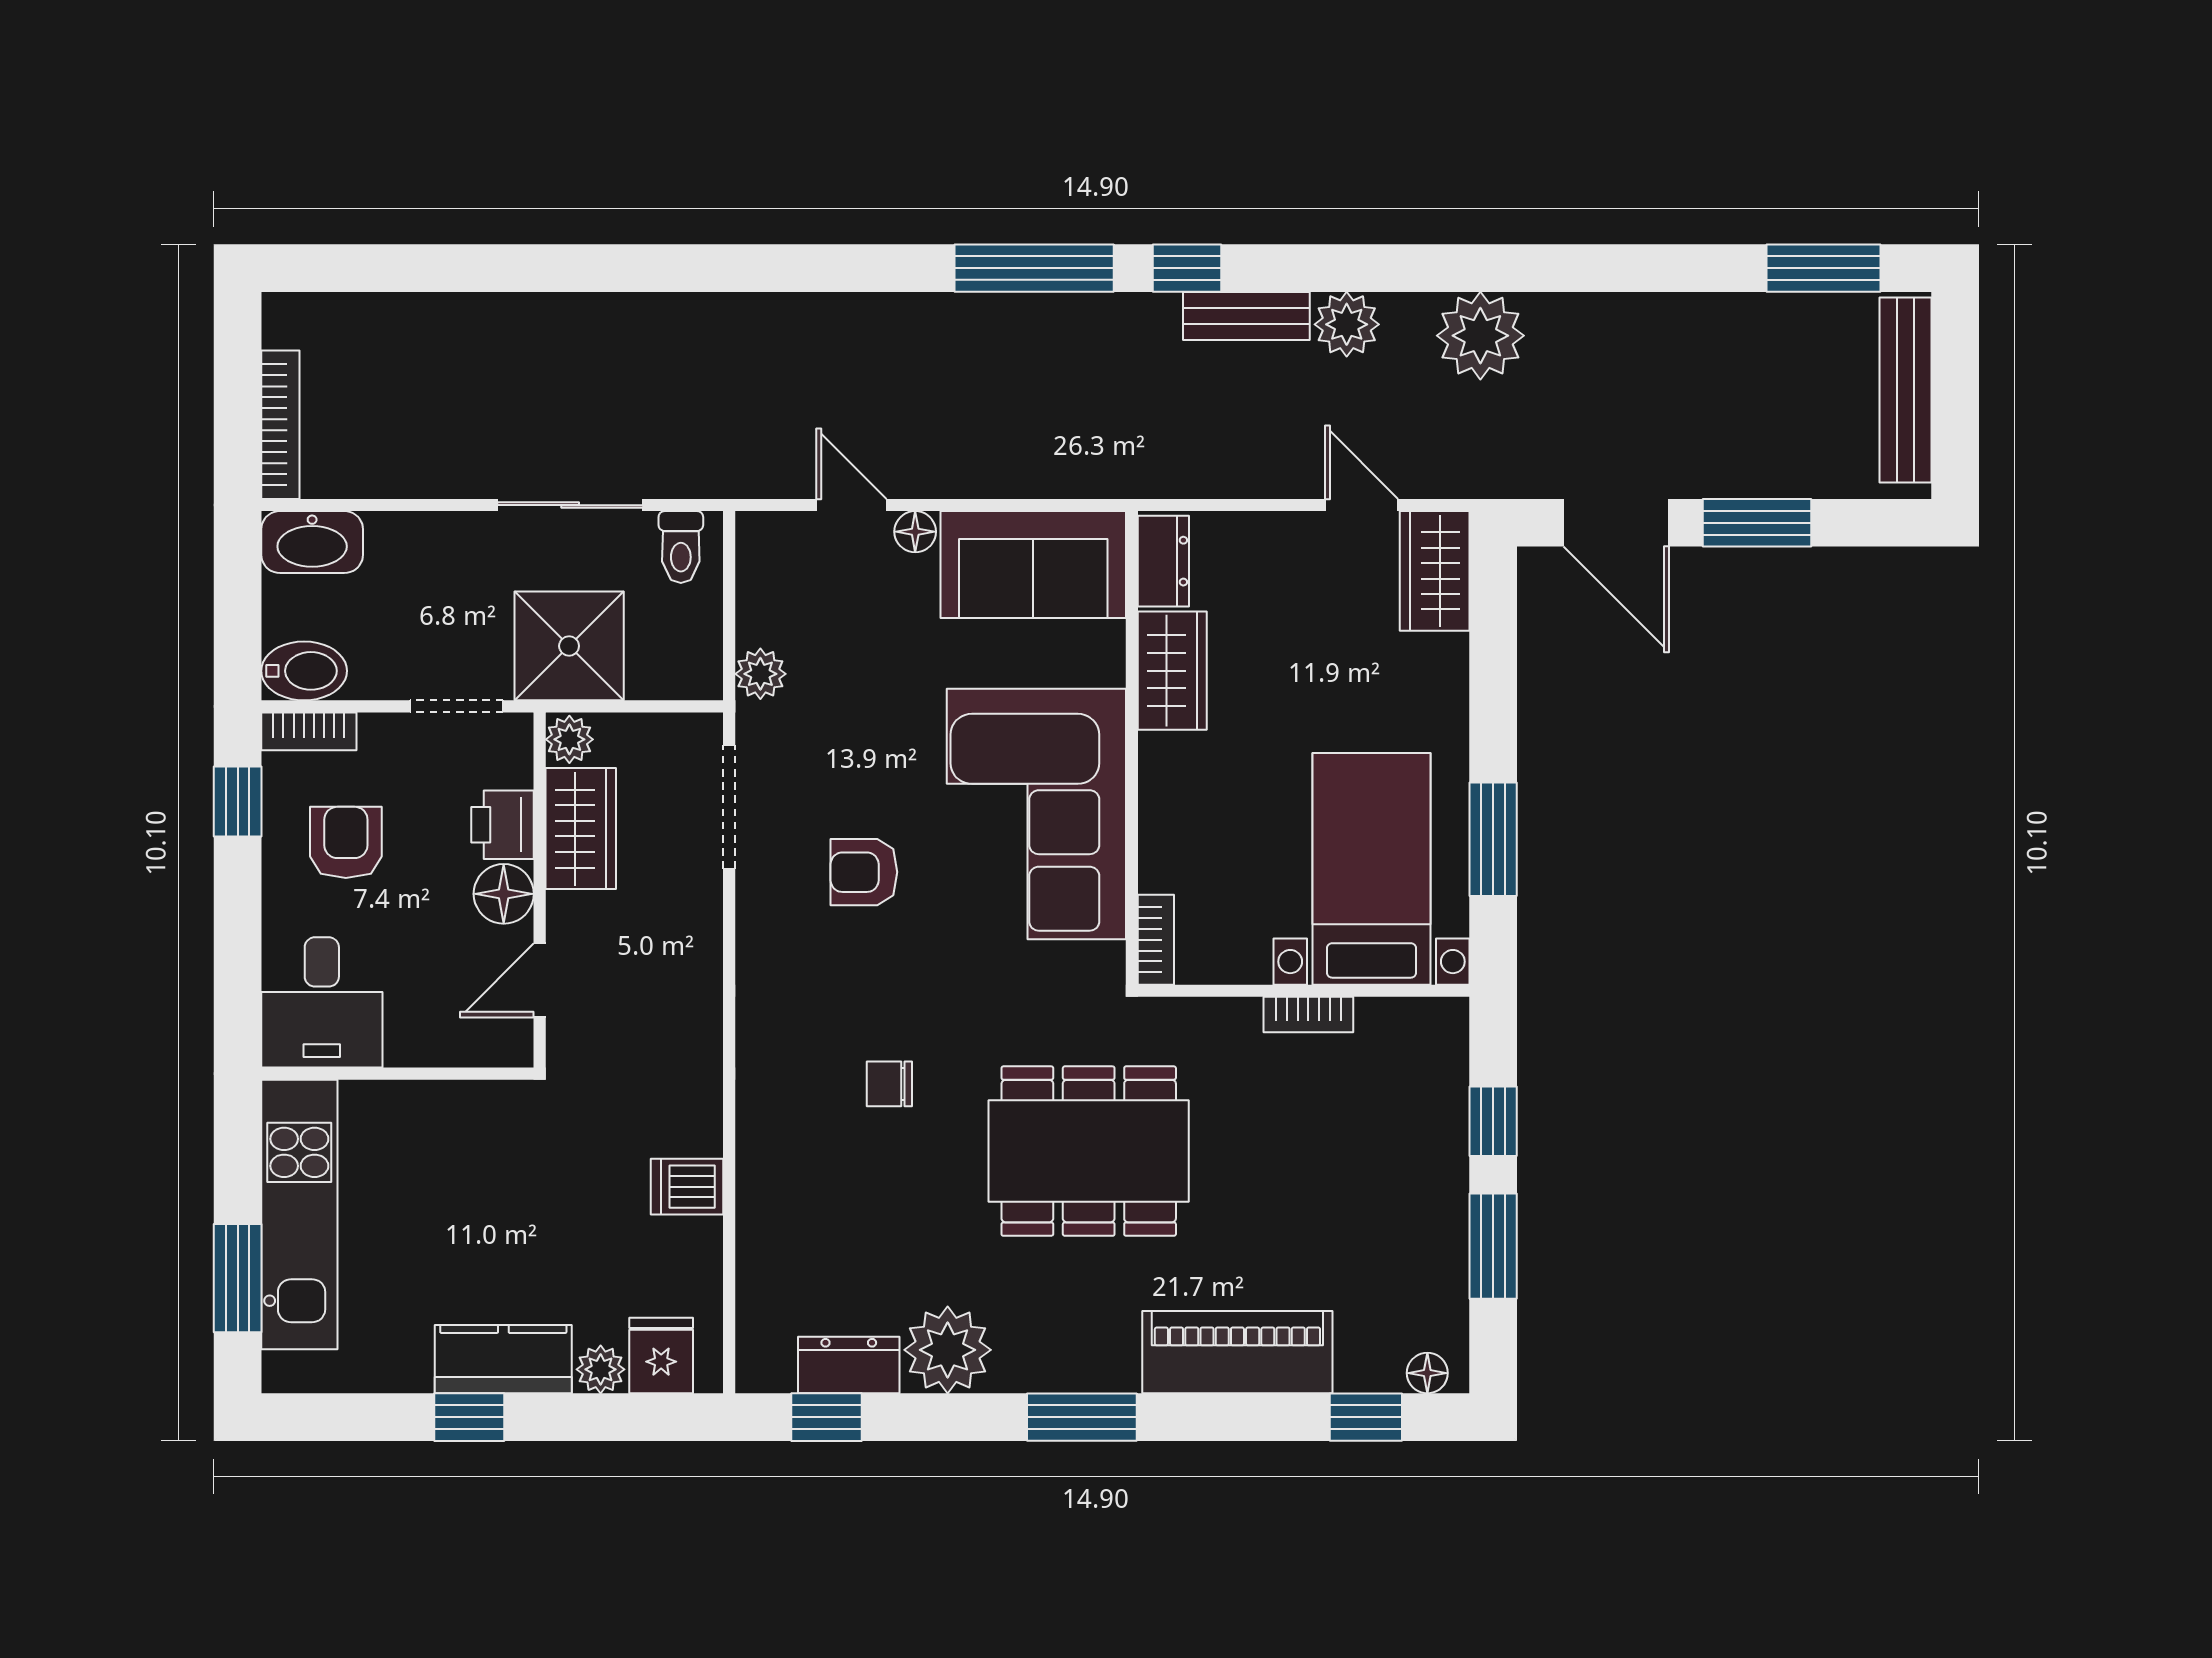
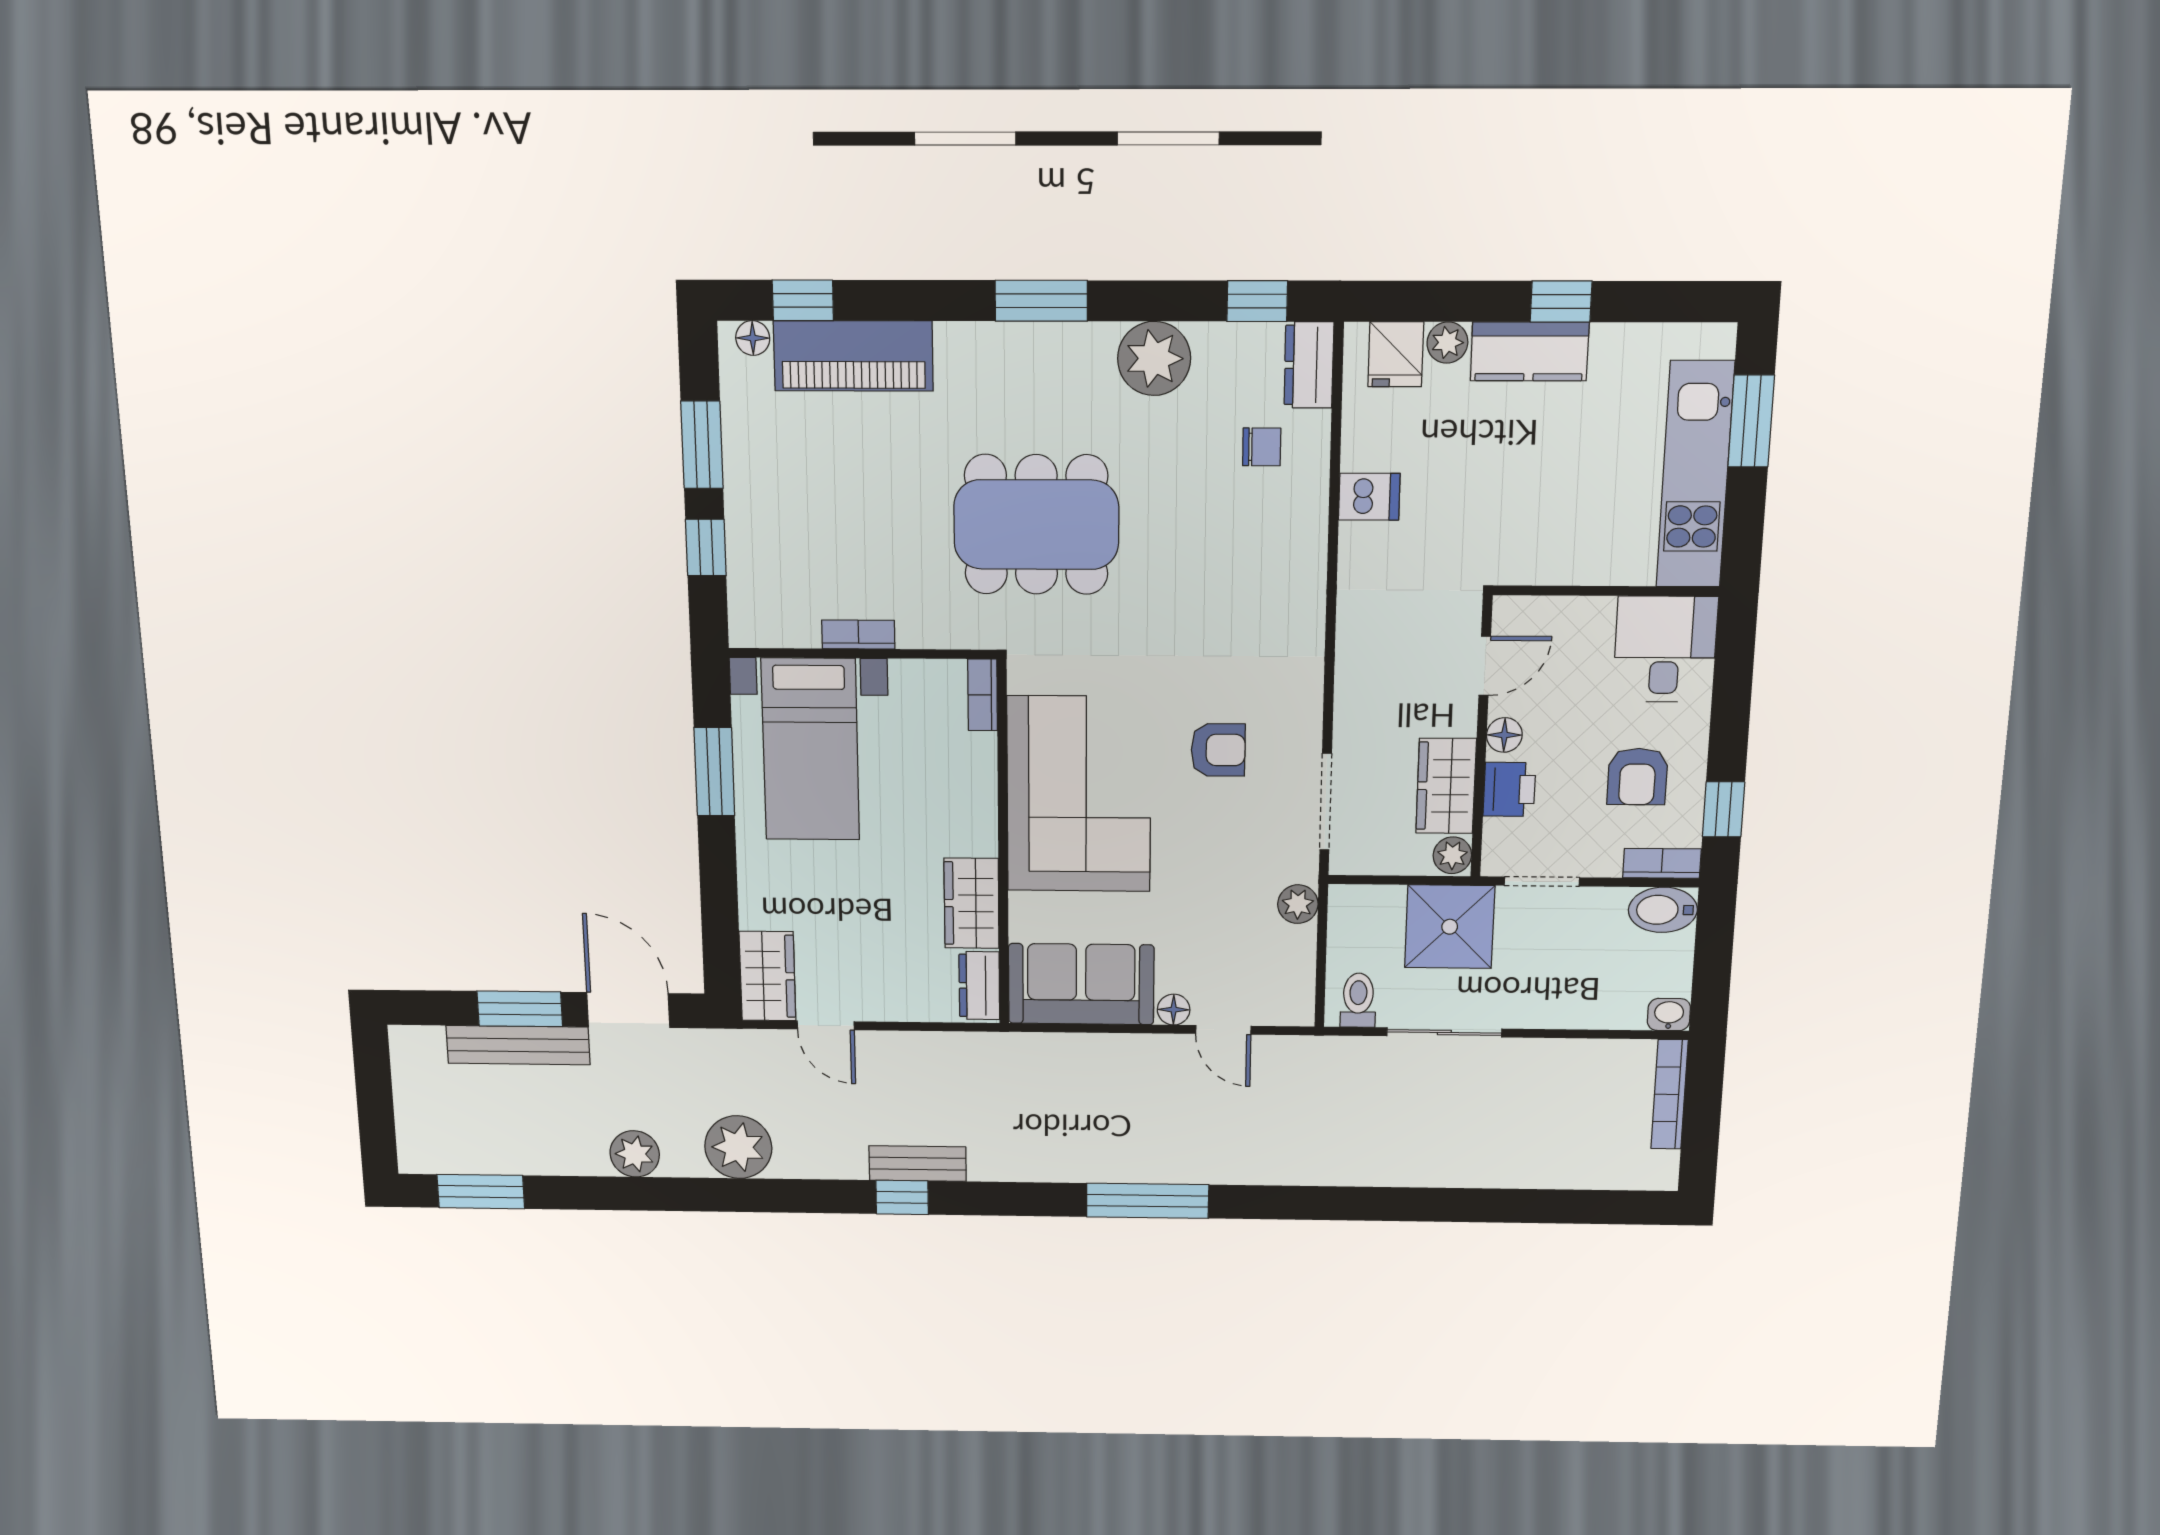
window: (1034, 268) -> (1148, 1201), moved
window: (1187, 268) -> (902, 1197), moved
plant: (1347, 324) -> (635, 1154), moved
bench: (1906, 390) -> (518, 1045), moved, turned 90
washbasin: (312, 542) -> (1669, 1015), width x0.52, depth x0.69
floor lamp: (504, 894) -> (1504, 735), width x0.73, depth x0.73
chair: (889, 1084) -> (1262, 447), moved
piano: (1237, 1352) -> (853, 356), moved
dresser: (849, 1365) -> (1309, 365), moved, turned 90

